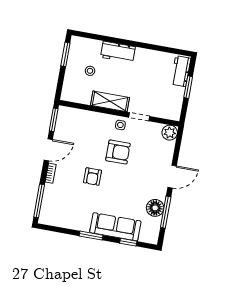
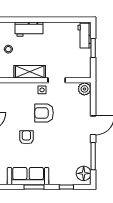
armchair: (118, 152) -> (44, 113), turned 180
armchair: (93, 177) -> (26, 137), turned 180
floor lamp: (155, 208) -> (84, 173), moved
sofa: (115, 227) -> (28, 176), moved

